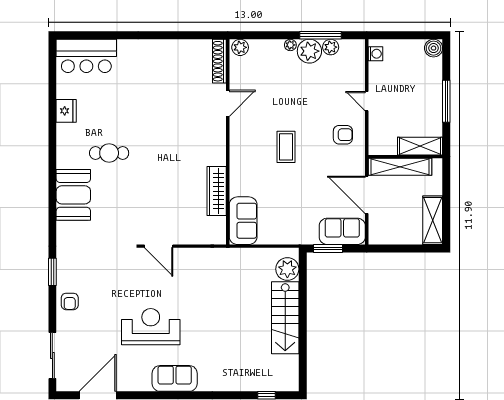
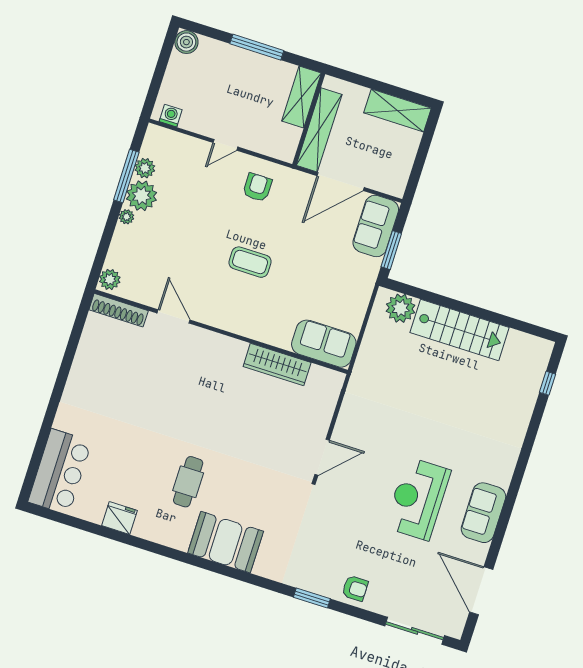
sofa: (175, 378) -> (483, 513), moved

